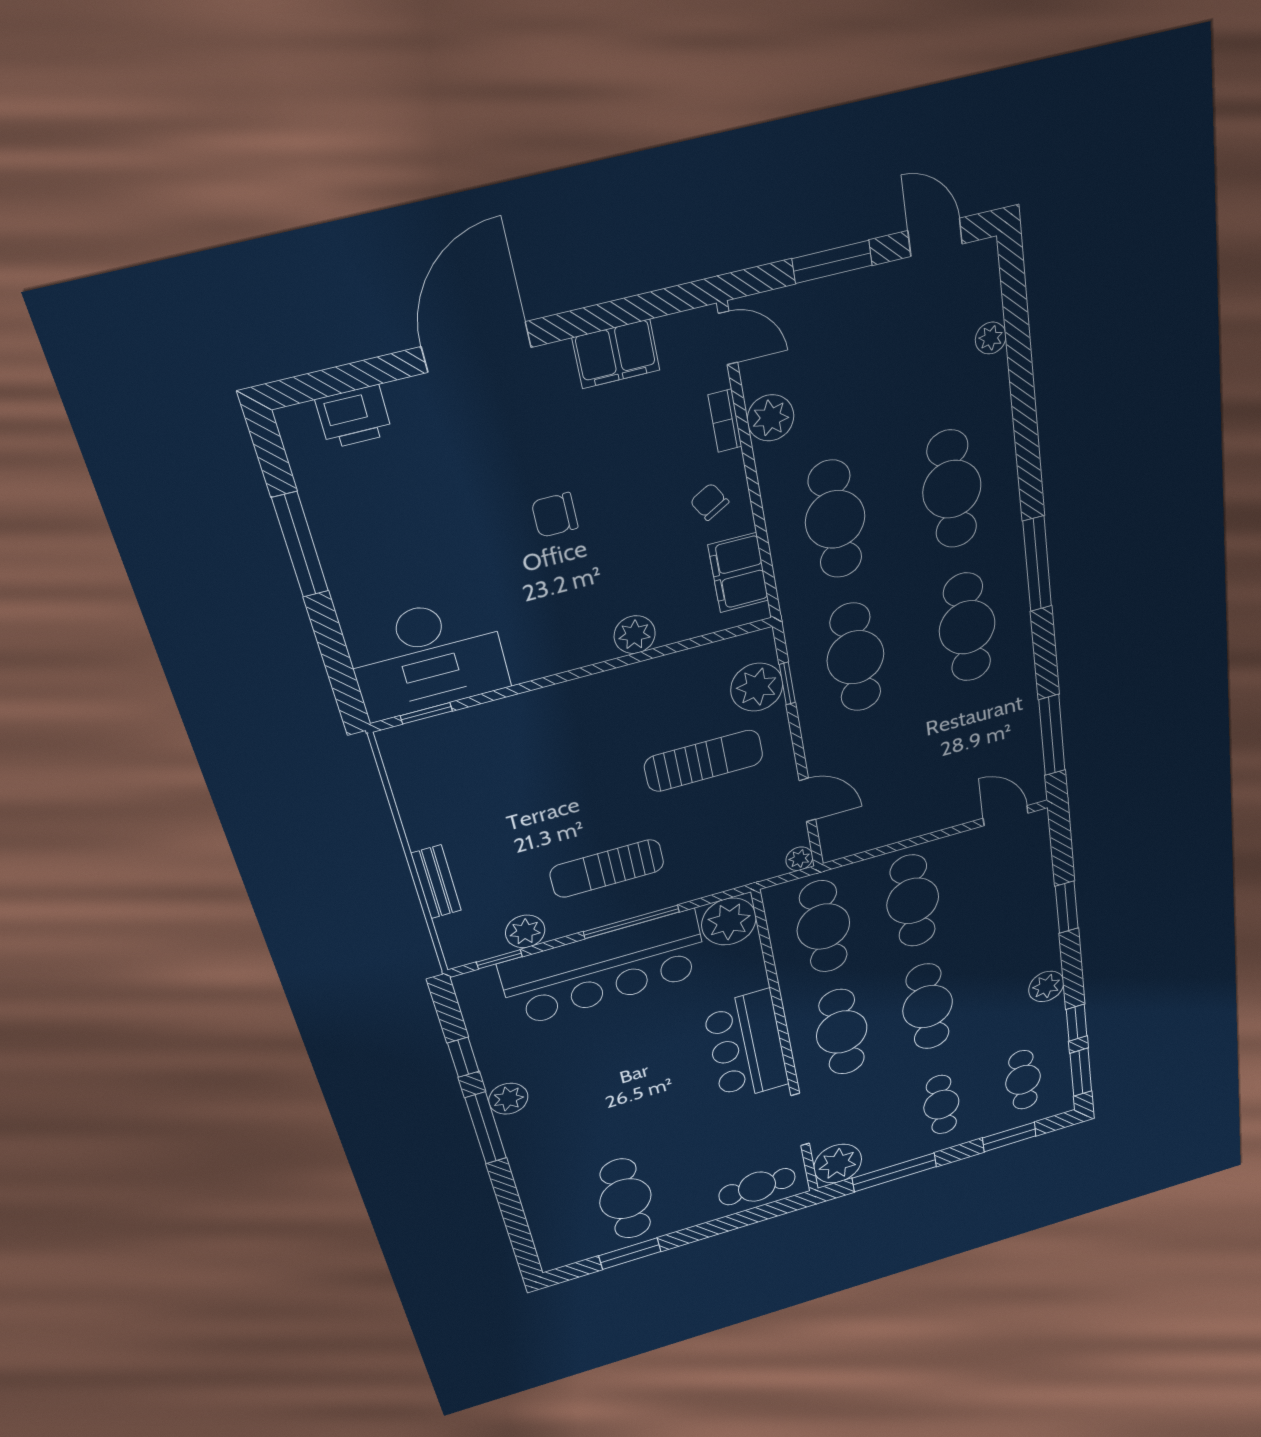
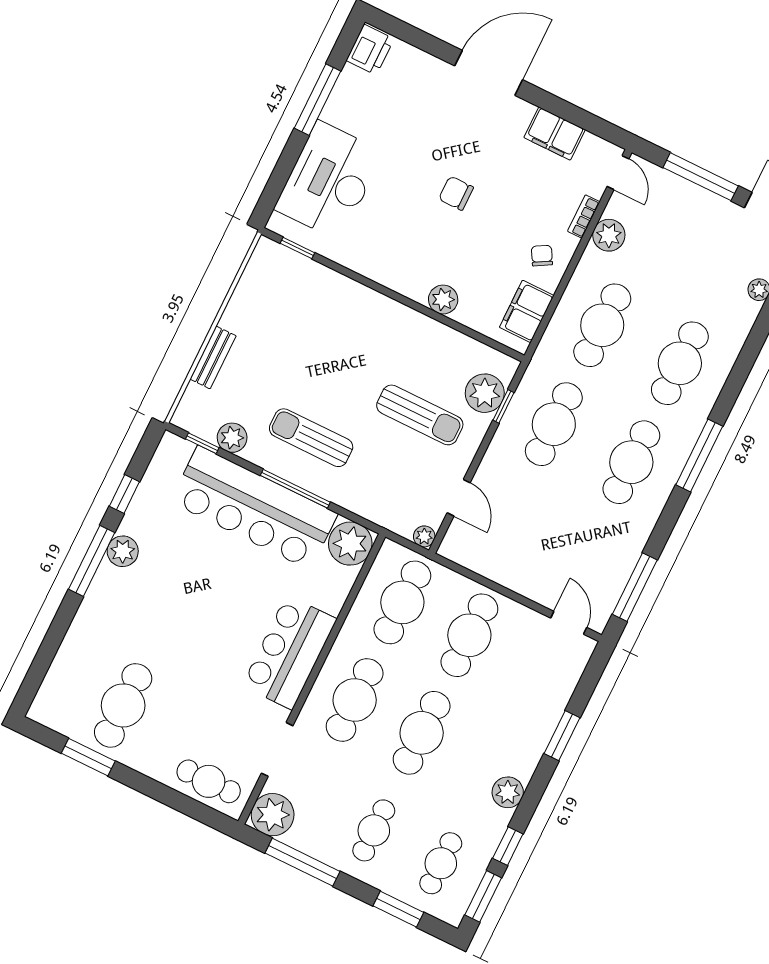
window: (832, 262) -> (701, 177), width x1.44
printer: (354, 417) -> (370, 50), moved, turned -90
desk: (427, 658) -> (329, 181), moved, turned 90

